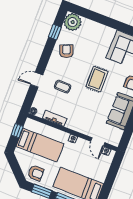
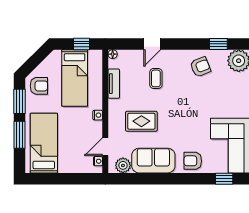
rug: (97, 79) -> (141, 121), moved
door: (37, 80) -> (152, 44), swing flipped
plant: (116, 134) -> (123, 165), added
armchair: (36, 173) -> (39, 86), turned -90

